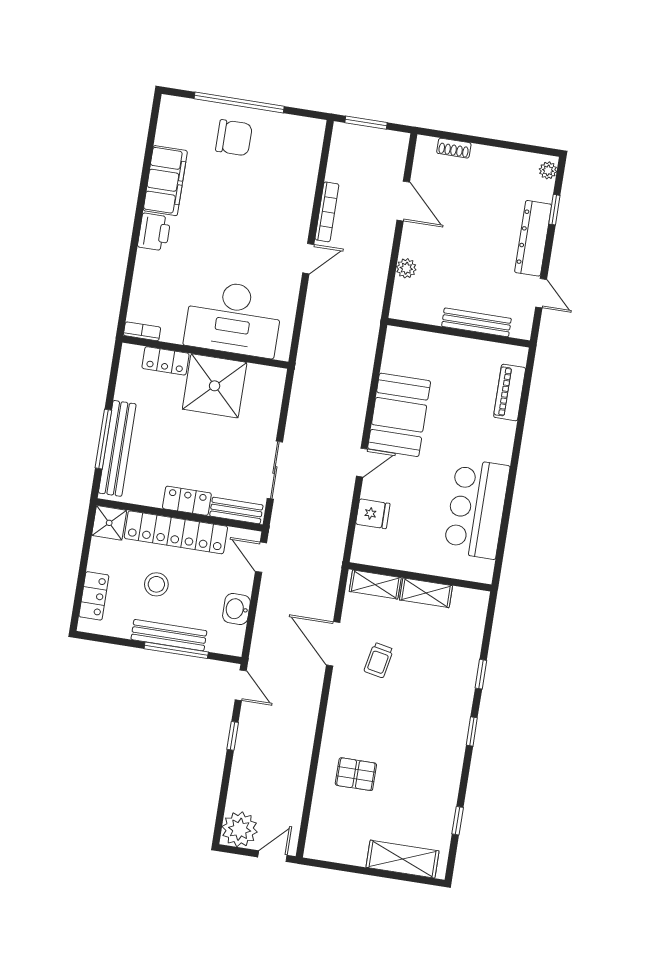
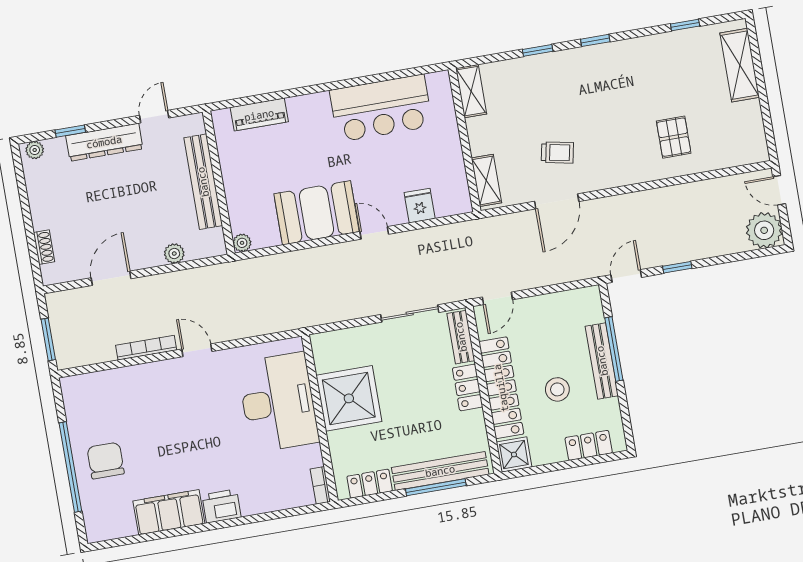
bench: (476, 322) -> (203, 182), width x1.37, depth x1.21
plant: (395, 335) -> (242, 243), added
locker: (165, 361) -> (370, 484), moved, turned -90
shelving: (426, 593) -> (471, 91), moved
washbasin: (236, 609) -> (555, 305), removed

